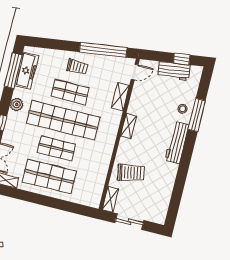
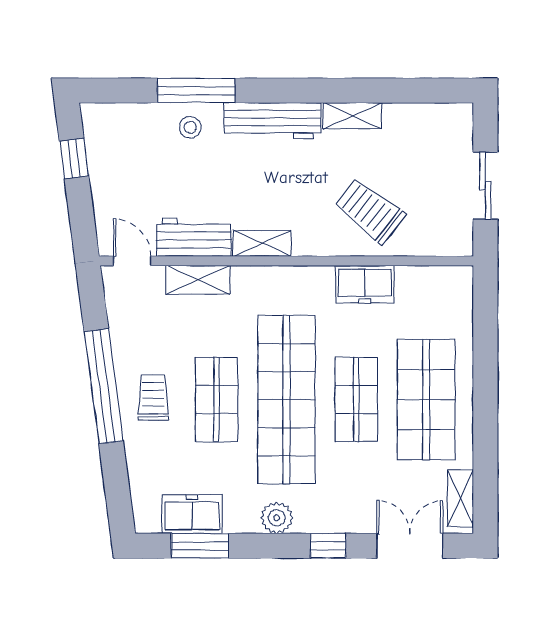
window: (103, 50) -> (104, 386), moved
window: (13, 71) -> (200, 546), width x0.69
freezer: (27, 71) -> (192, 514), width x0.71
workbench: (174, 71) -> (194, 237), moved, turned -83
freezer: (102, 163) -> (365, 284), added
trolley: (131, 173) -> (370, 211), turned -40
shelving: (110, 199) -> (352, 116), moved

